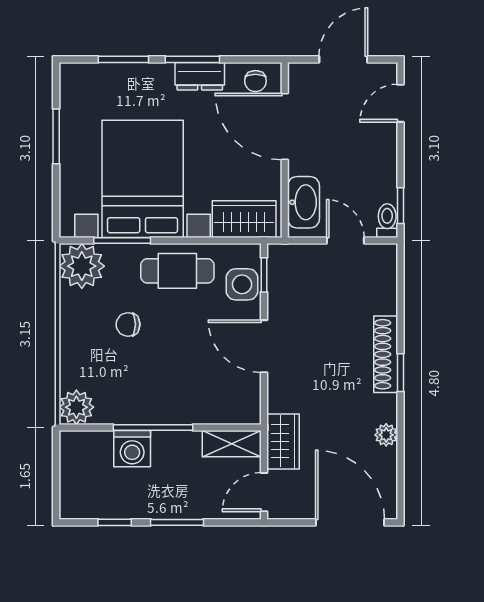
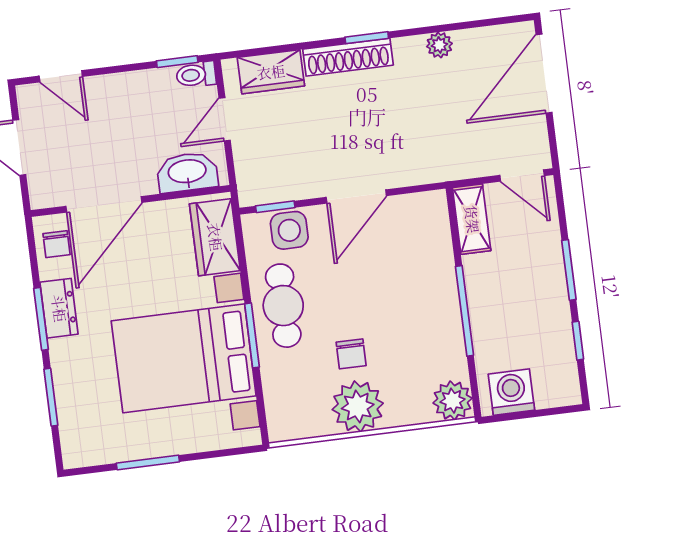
chair: (255, 81) -> (57, 244), turned 90
window: (122, 240) -> (252, 335), moved
plant: (82, 266) -> (358, 406), moved
wardrobe: (283, 441) -> (271, 72), moved, turned 180
washing machine: (132, 449) -> (511, 392), moved, turned -90

